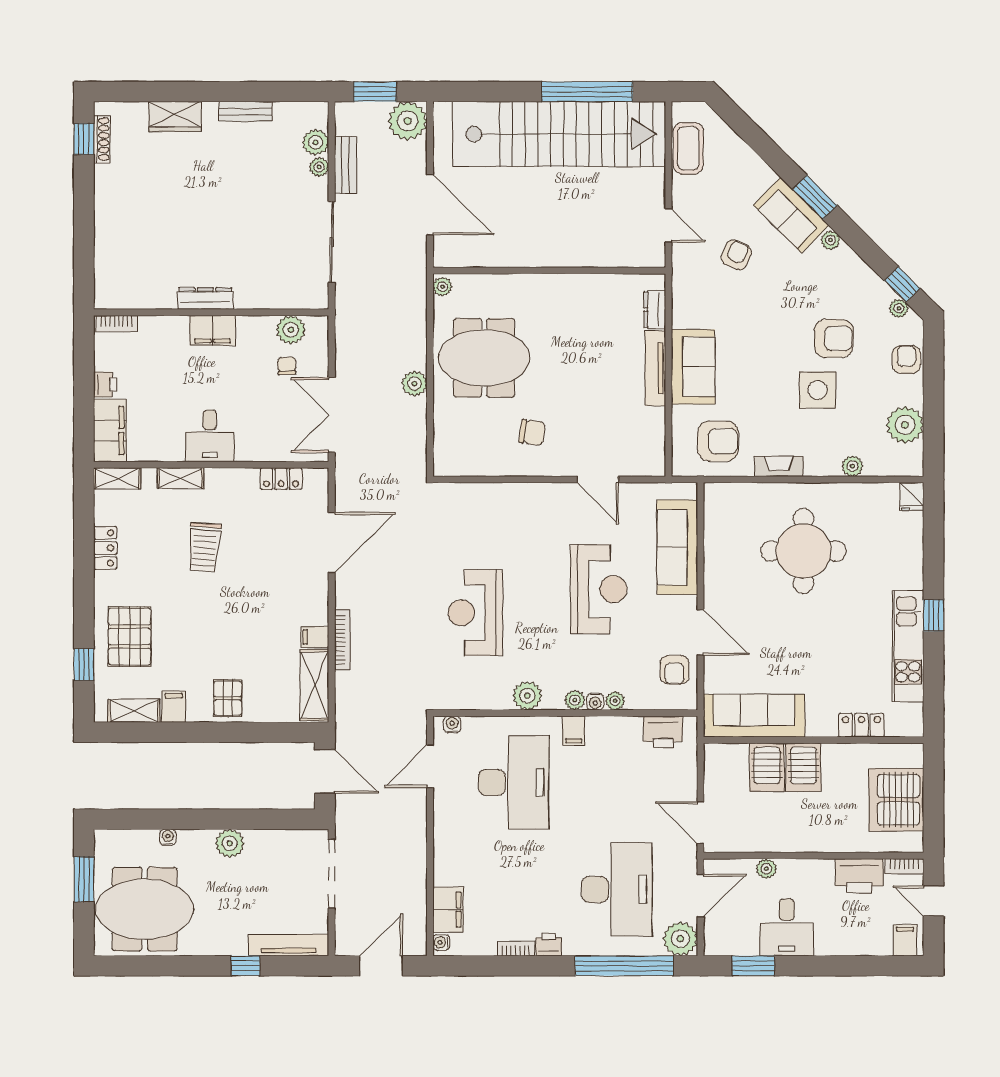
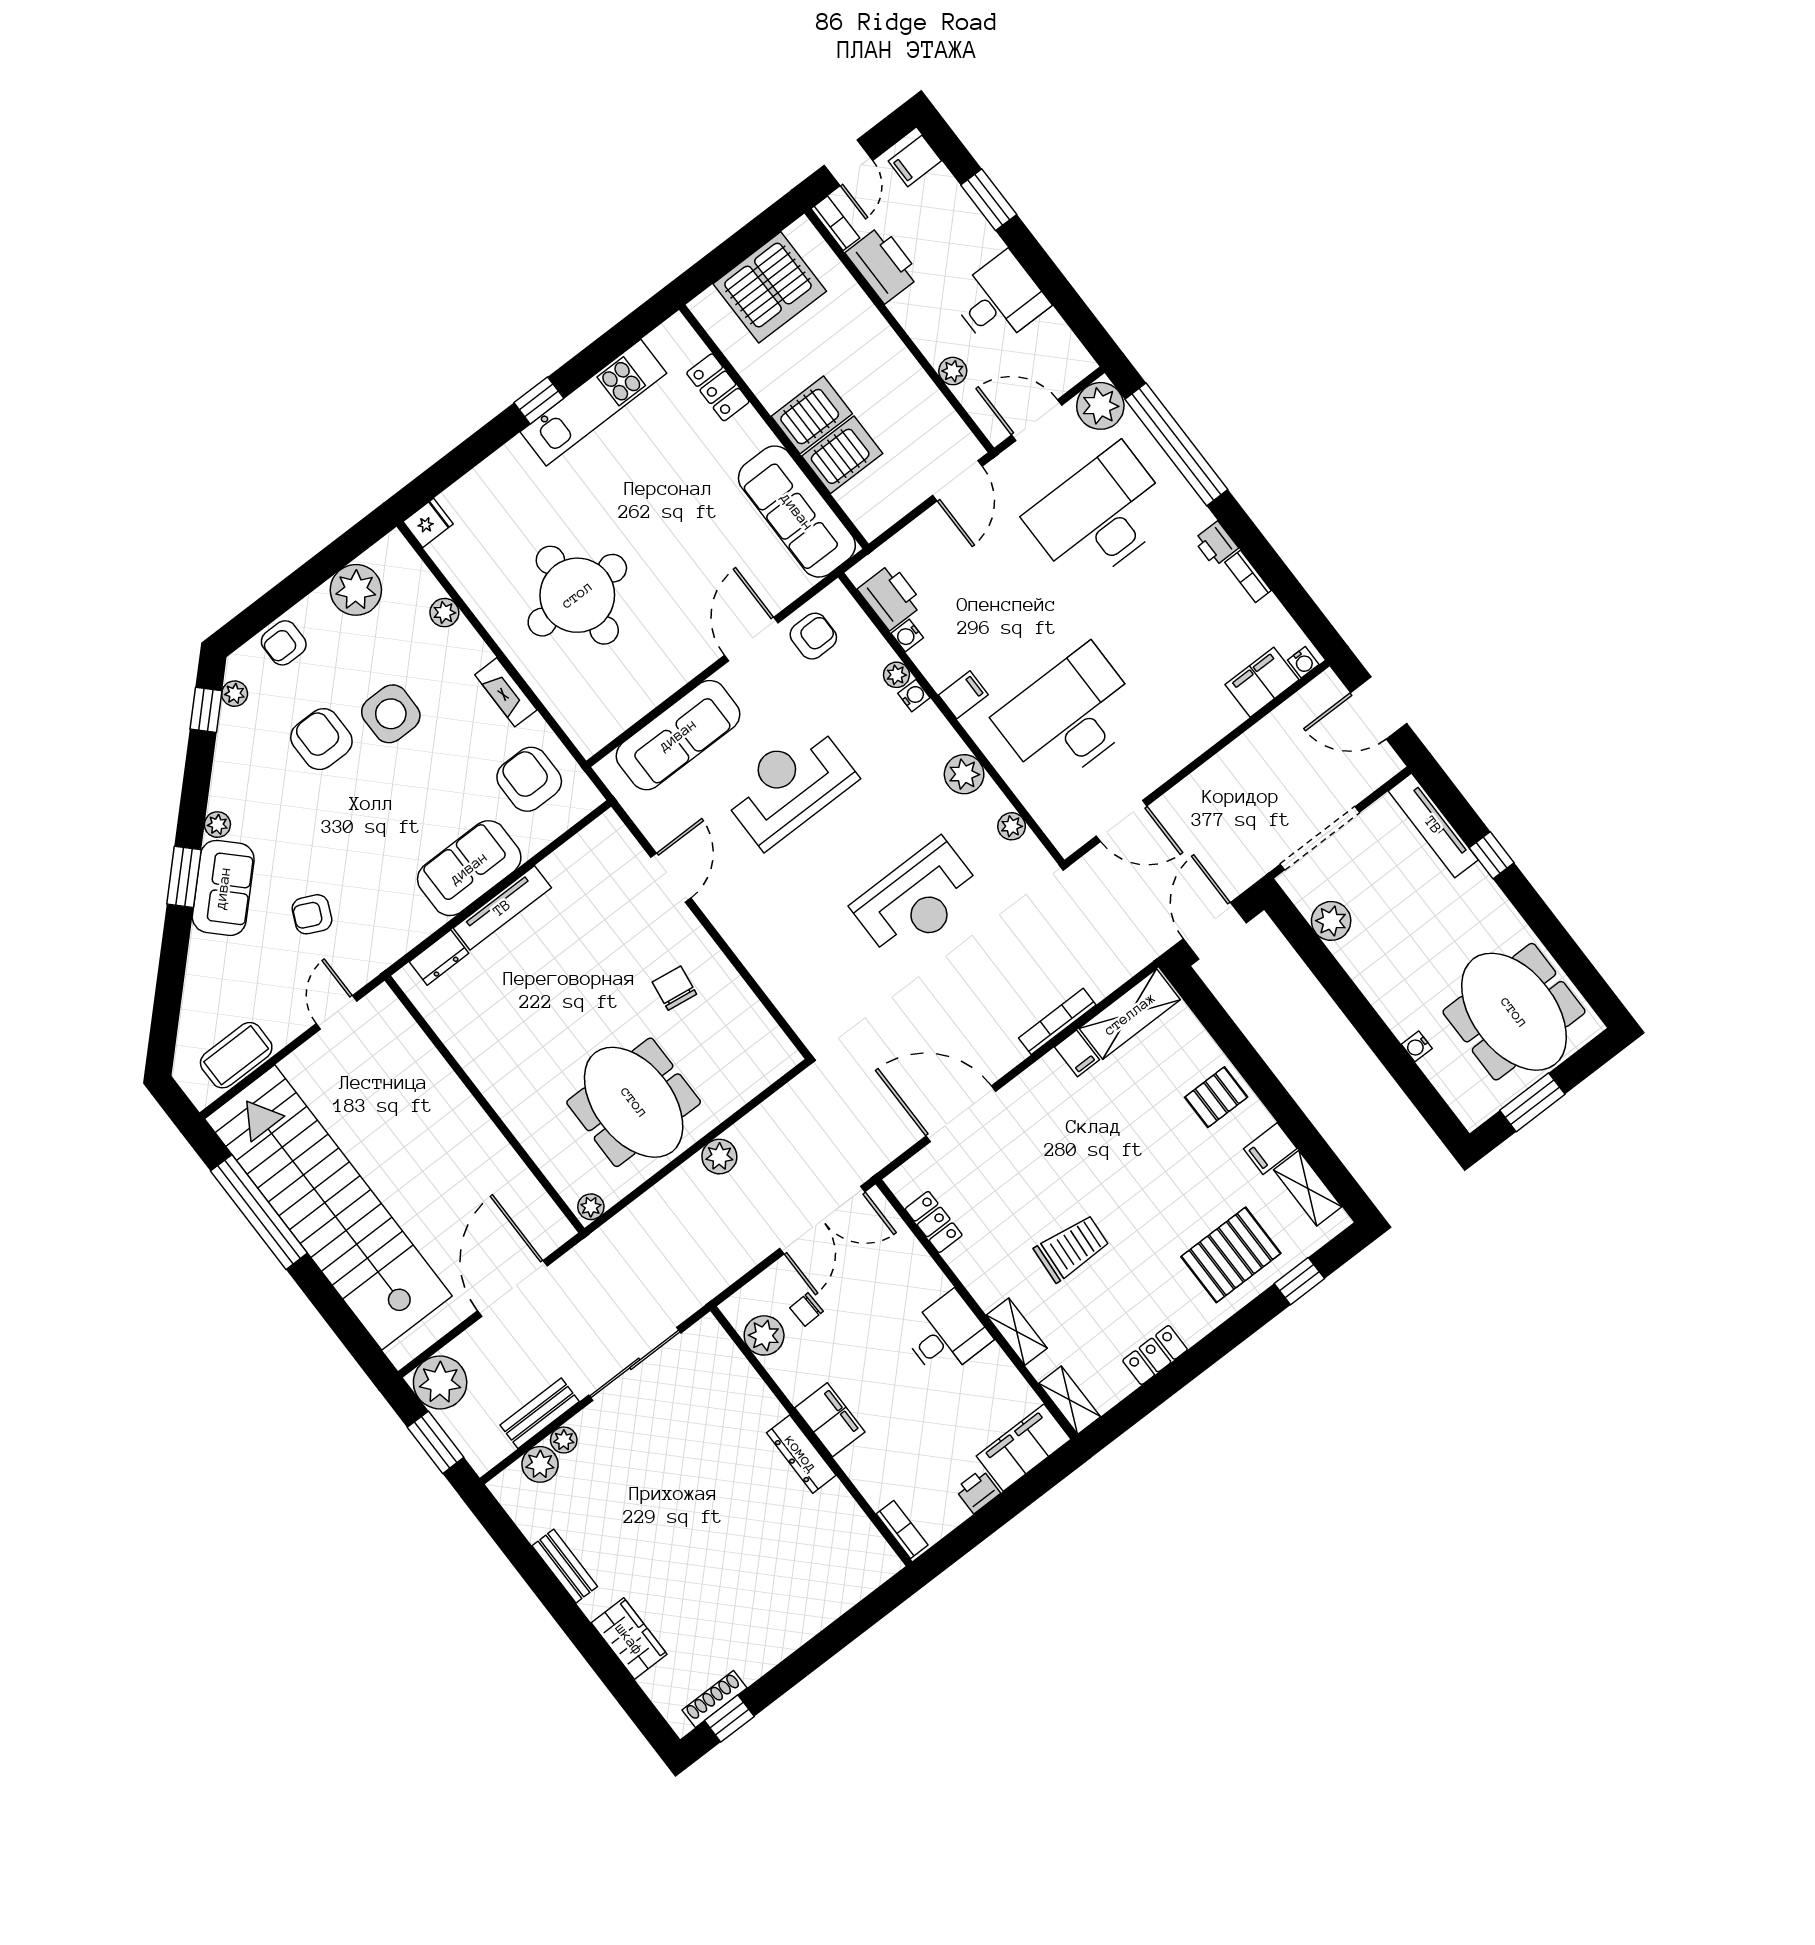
plant: (575, 700) -> (1012, 826), moved
water cooler: (452, 725) -> (907, 635), moved
plant: (230, 843) -> (1331, 921), moved
window: (753, 966) -> (989, 200), moved

